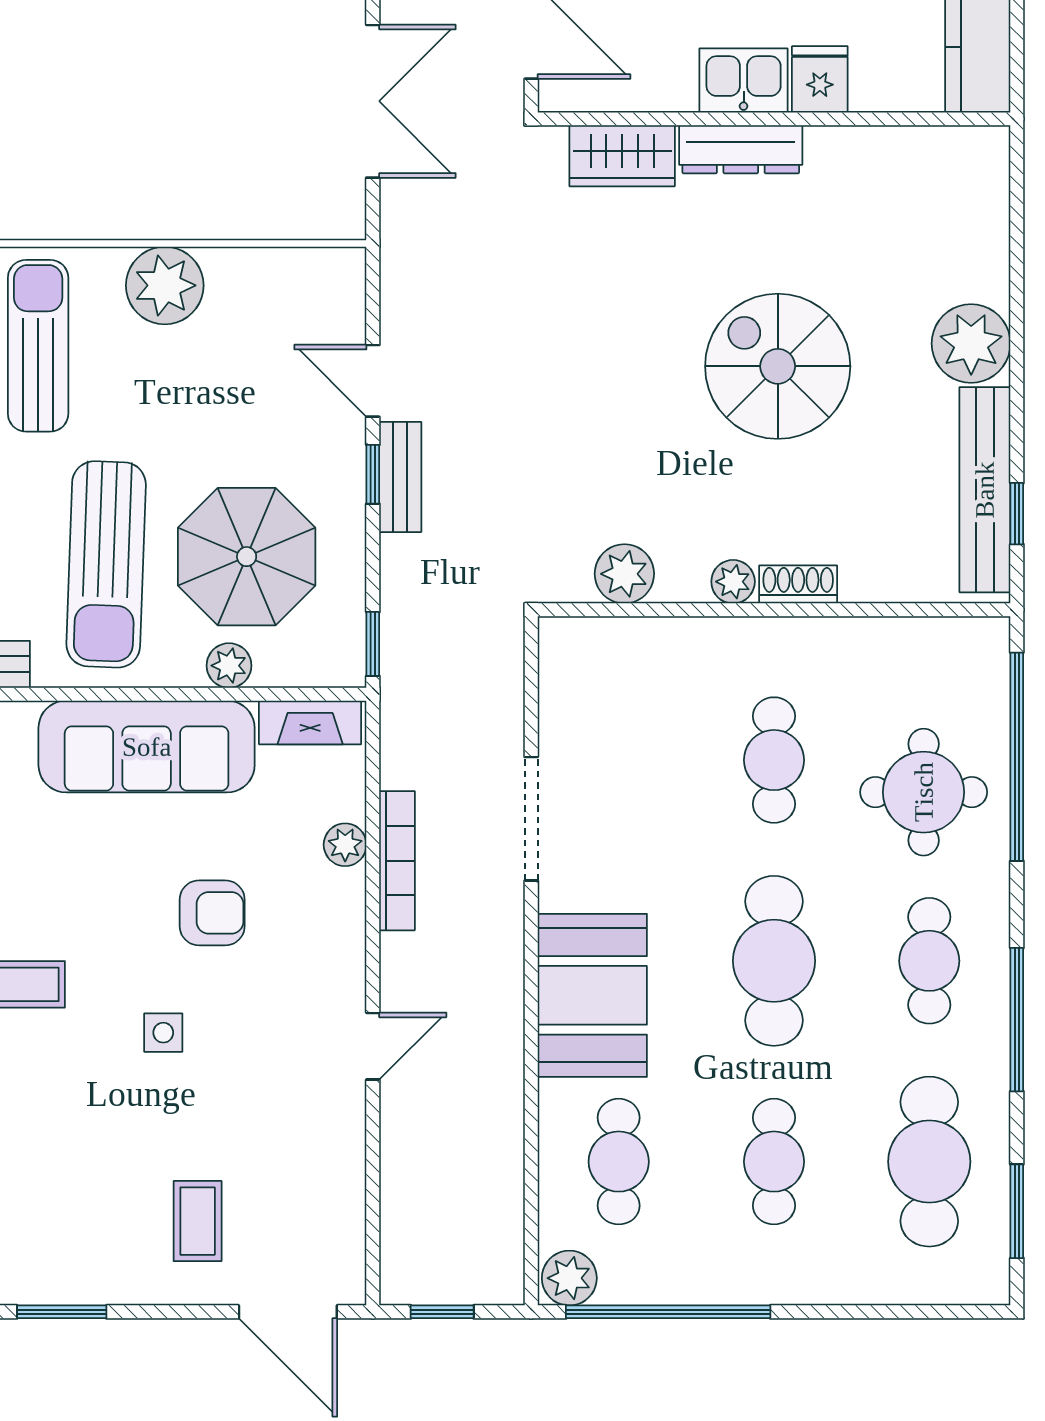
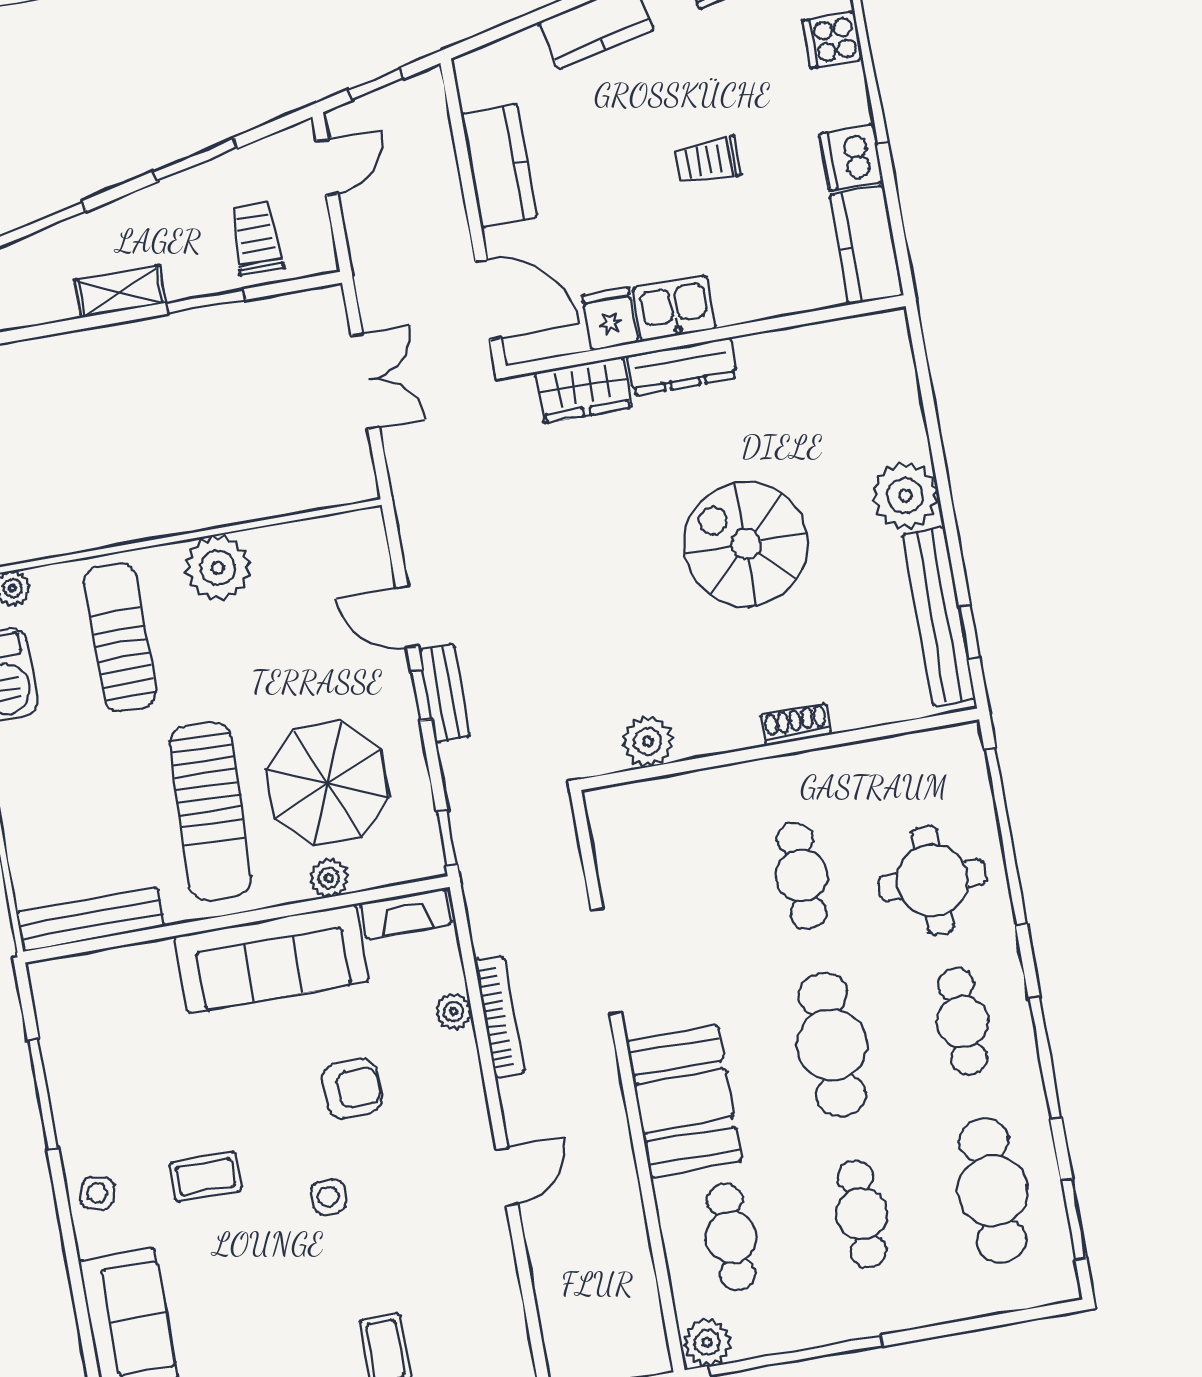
fridge: (820, 79) -> (610, 319), moved
double door: (373, 101) -> (365, 381), width x0.73
plant: (733, 582) -> (741, 732), removed

